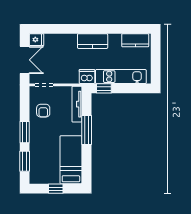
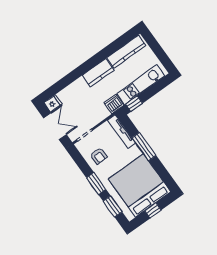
kitchen counter: (135, 40) -> (126, 52), width x1.50
bed: (71, 160) -> (140, 185), width x2.04

